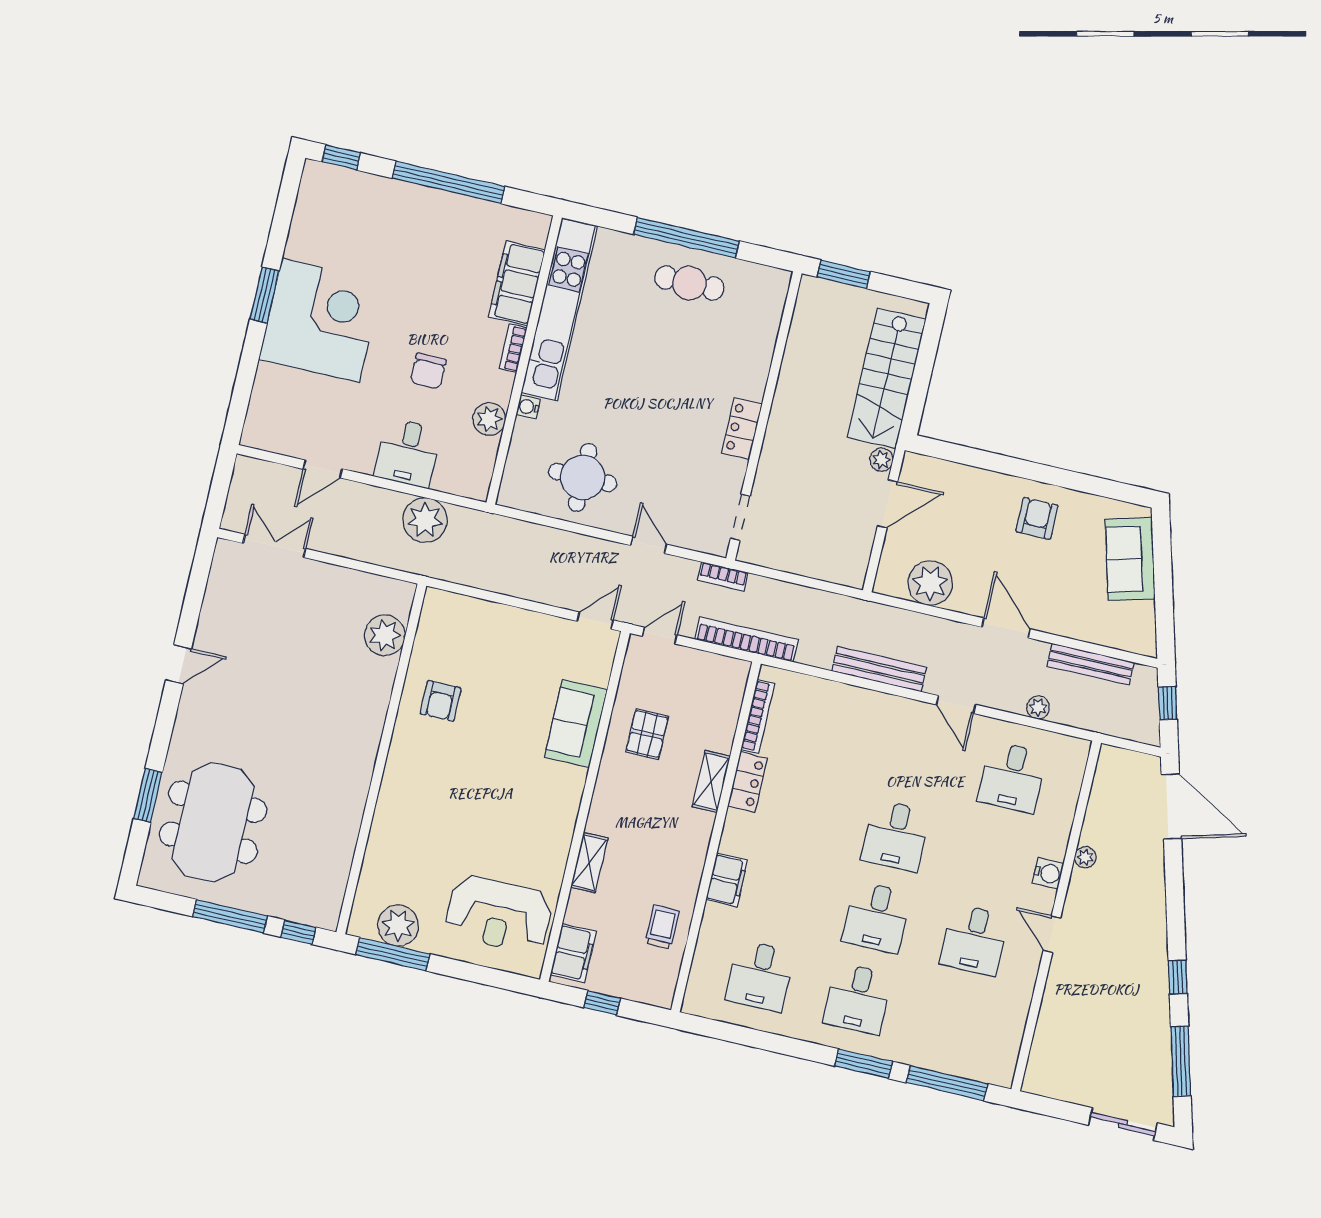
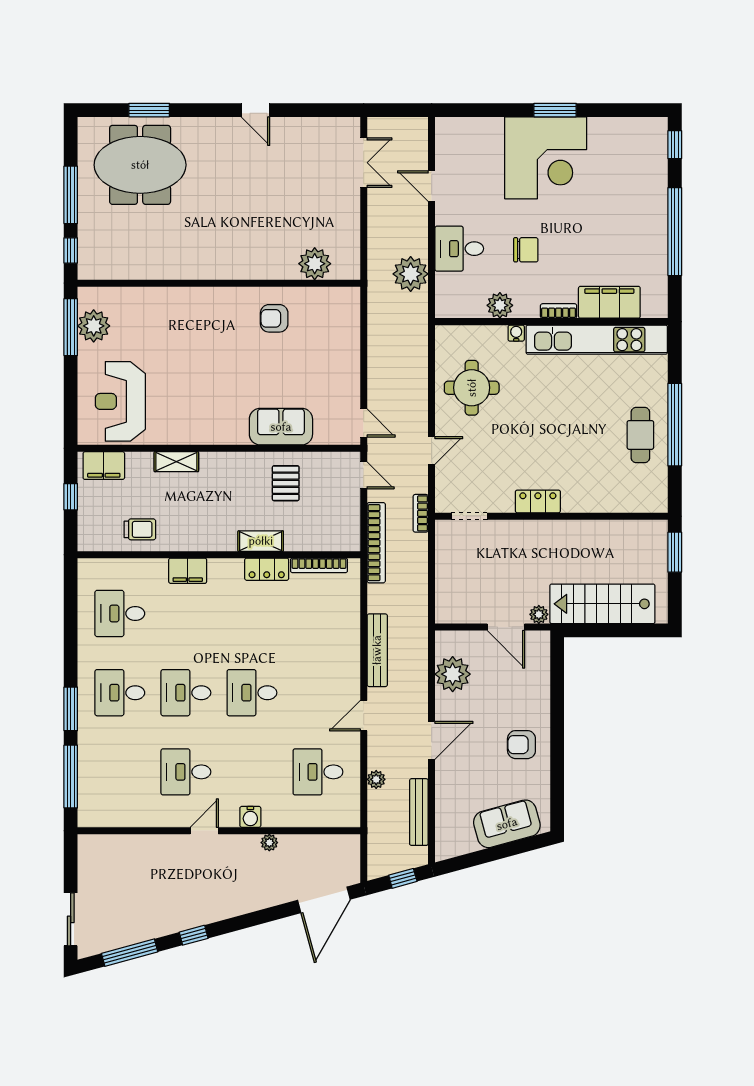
chair: (428, 371) -> (526, 250), turned 180
armchair: (1037, 518) -> (521, 745), turned 180
pallet: (647, 734) -> (286, 483), turned 90

